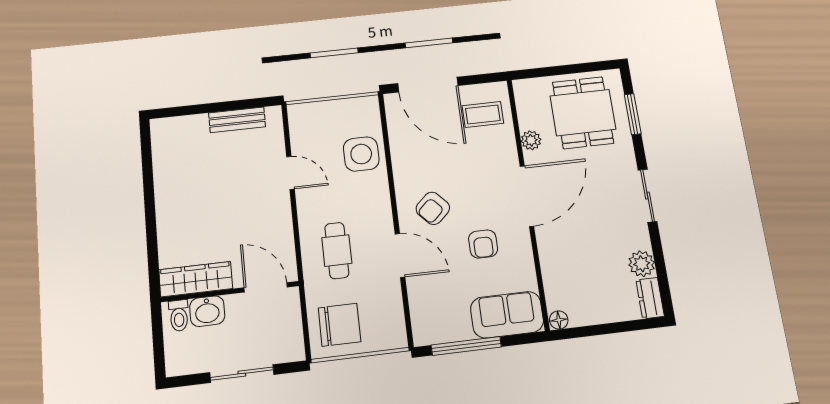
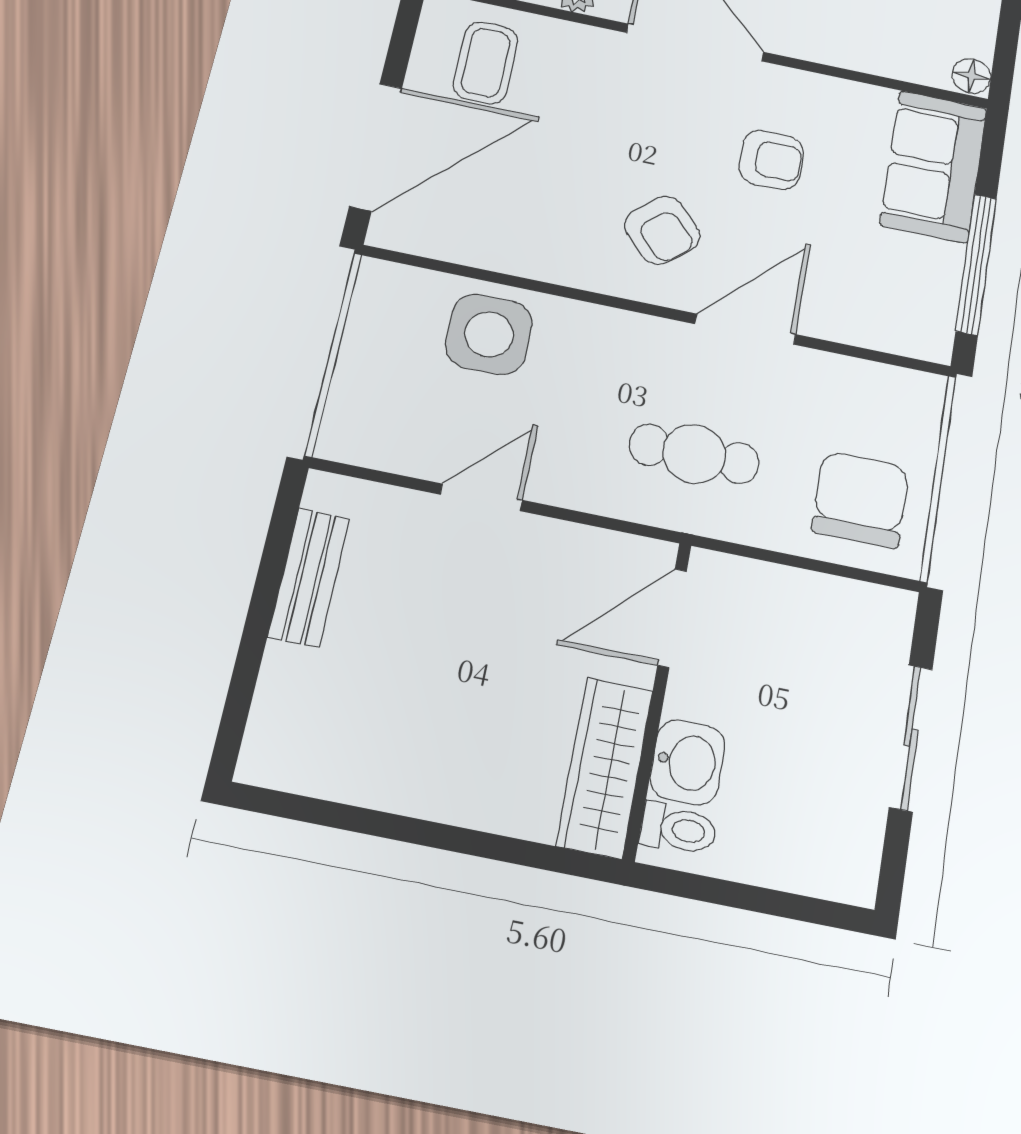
wardrobe: (196, 279) -> (605, 767), moved
door: (266, 287) -> (672, 618), moved
wall: (230, 292) -> (658, 699), moved
washbasin: (207, 311) -> (688, 762), moved
toilet: (179, 316) -> (678, 829), moved

